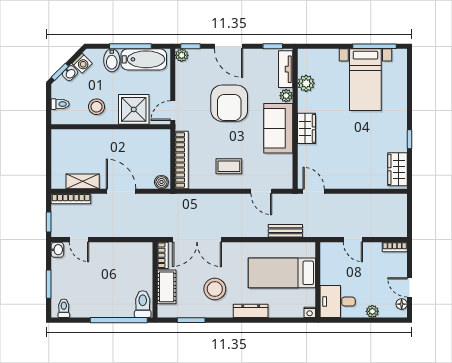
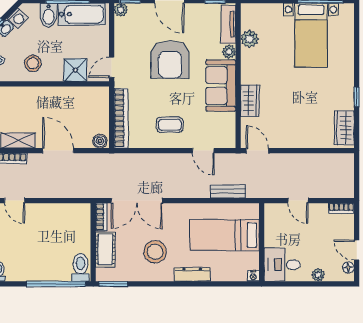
shower: (134, 109) -> (75, 70), width x0.73, depth x0.73
wardrobe: (306, 128) -> (250, 101), moved
window: (191, 320) -> (113, 284), moved

